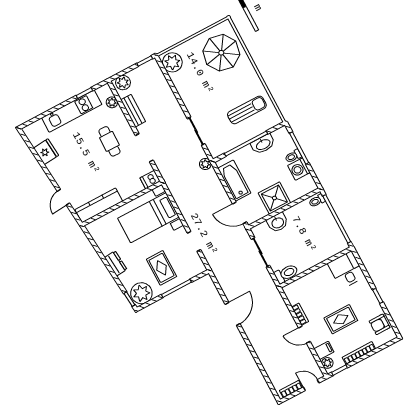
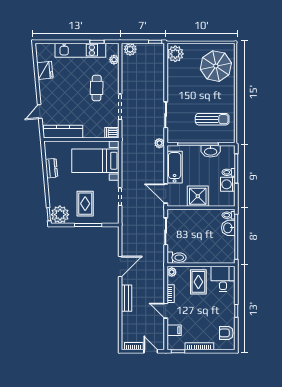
bench: (133, 111) -> (127, 298), moved
washbasin: (278, 223) -> (228, 228), moved, turned 90
dresser: (116, 263) -> (51, 168), moved
rug: (341, 319) -> (198, 282), moved, turned 90
plant: (327, 363) -> (172, 272), moved

